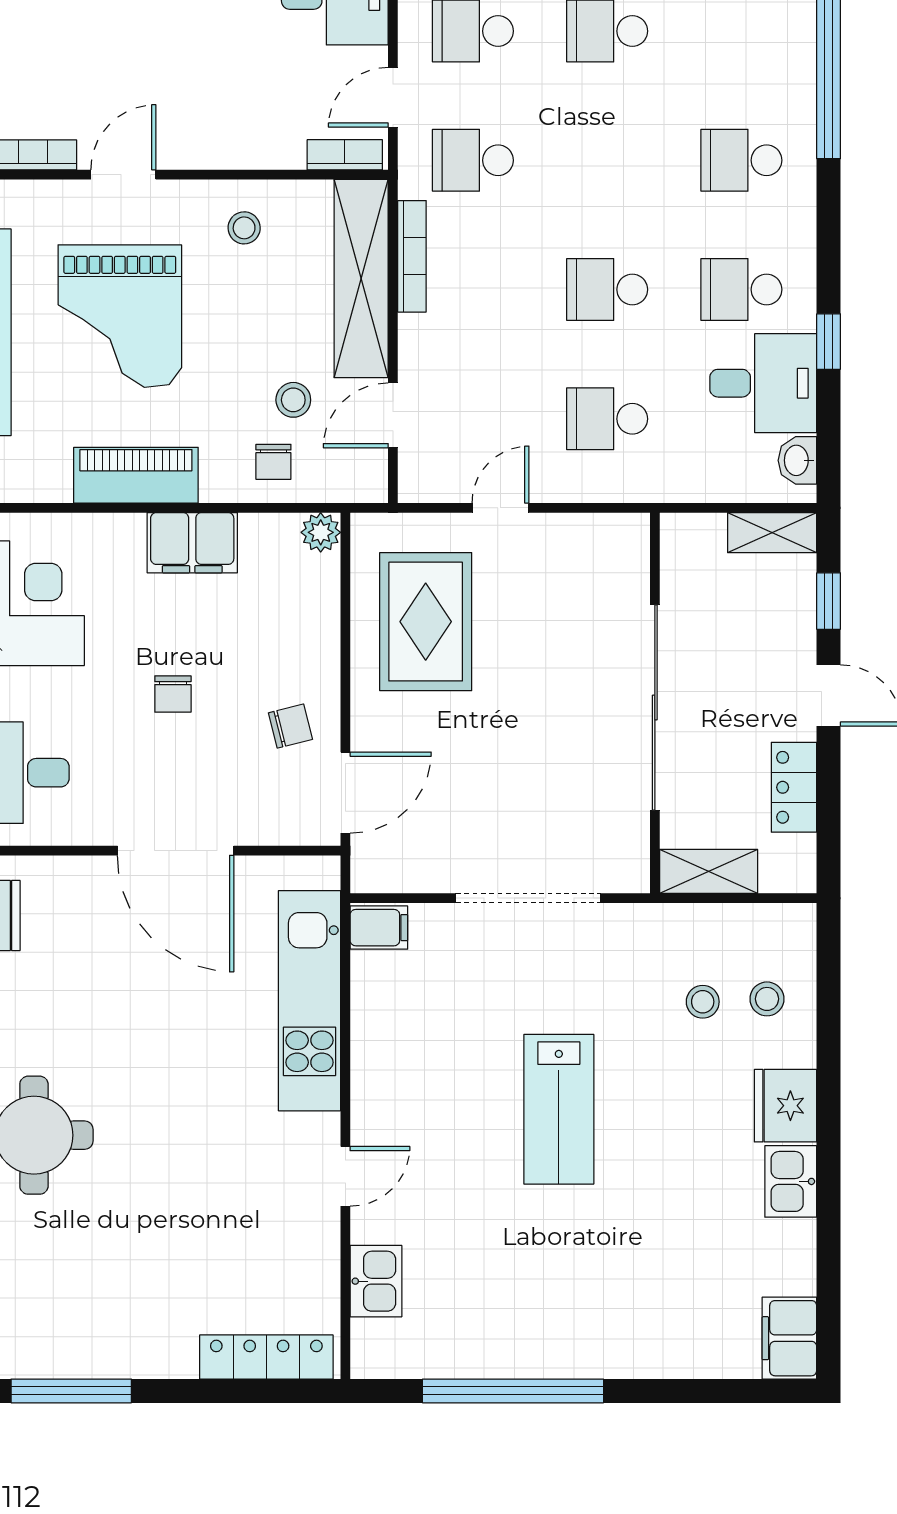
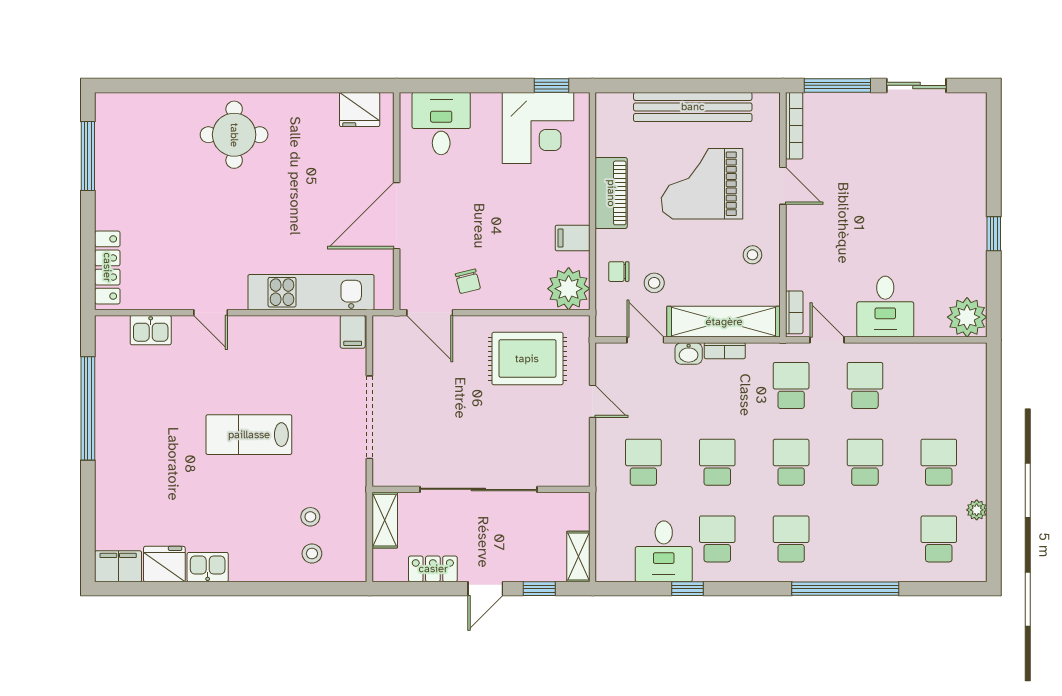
school desk: (607, 160) -> (791, 462), added
bookcase: (412, 256) -> (725, 351), width x0.64
washbasin: (797, 460) -> (689, 354), moved, turned 180
plant: (321, 532) -> (569, 289), width x1.87, depth x1.87
filing cabinet: (192, 543) -> (573, 238), width x0.50
chair: (173, 694) -> (486, 214), removed
fridge: (785, 1106) -> (164, 564), moved

